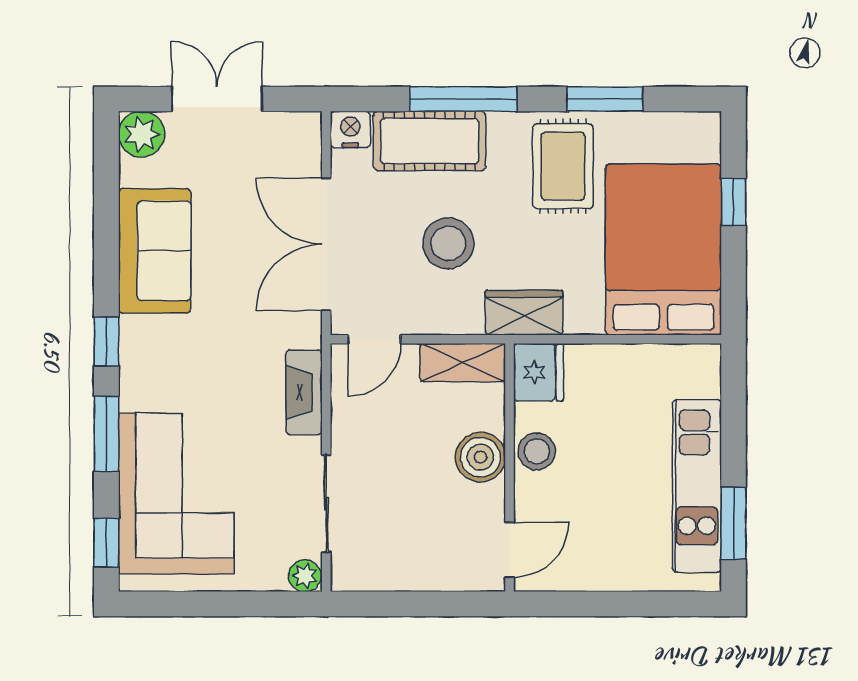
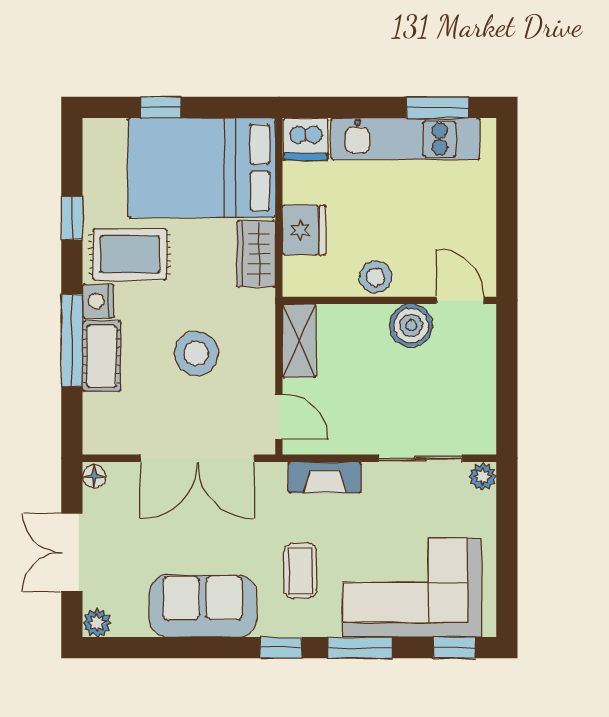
window: (605, 99) -> (72, 218), width x0.67
floor lamp: (305, 125) -> (94, 476), added
nightstand: (350, 130) -> (98, 301), moved
plant: (142, 134) -> (97, 623), width x0.73, depth x0.73
cot: (430, 141) -> (102, 356), width x0.73, depth x0.75
wardrobe: (524, 313) -> (256, 254), moved
coffee table: (196, 364) -> (300, 571), added
dishwasher: (697, 370) -> (306, 139), added
fridge: (538, 372) -> (304, 230), moved, turned 90
boiler: (480, 457) -> (411, 325), moved

